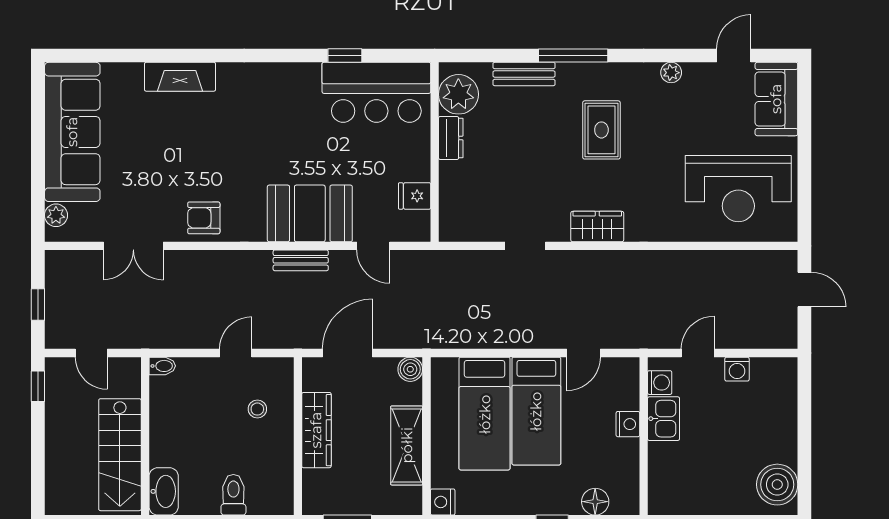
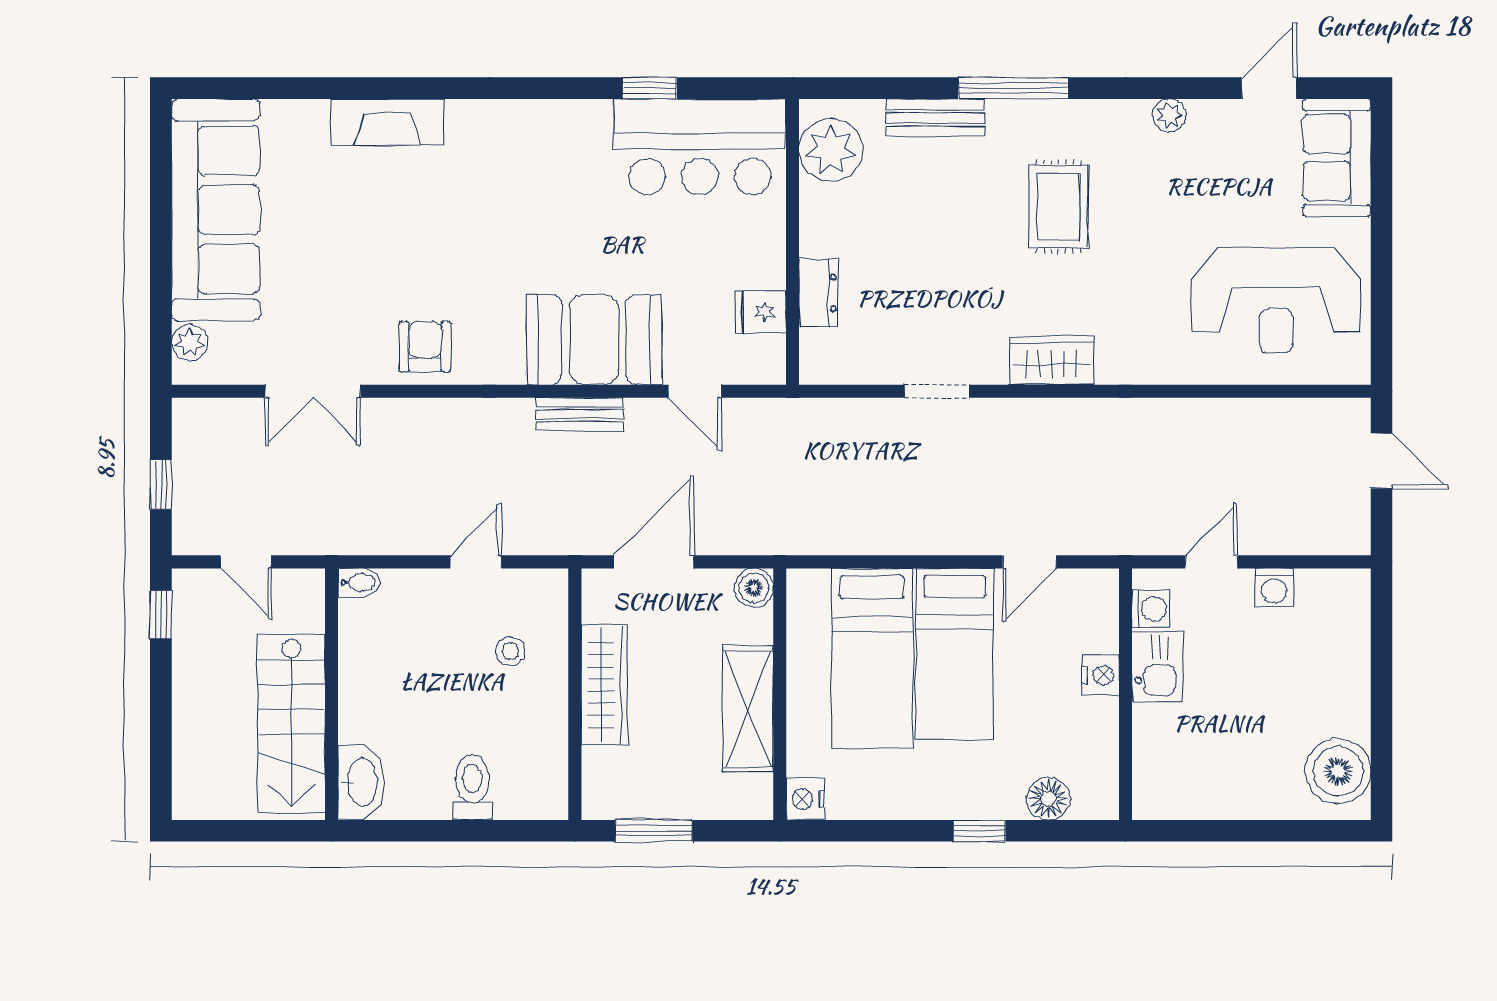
dresser: (451, 138) -> (818, 293), moved
armchair: (204, 218) -> (425, 347), turned 90

